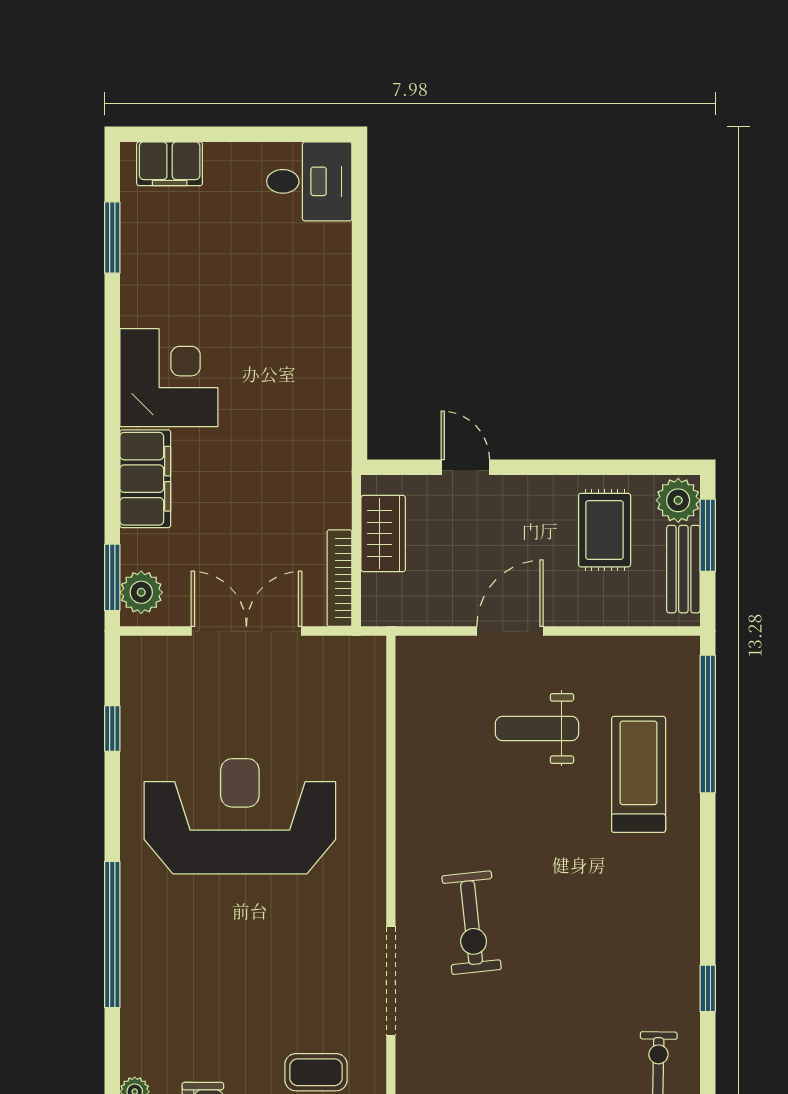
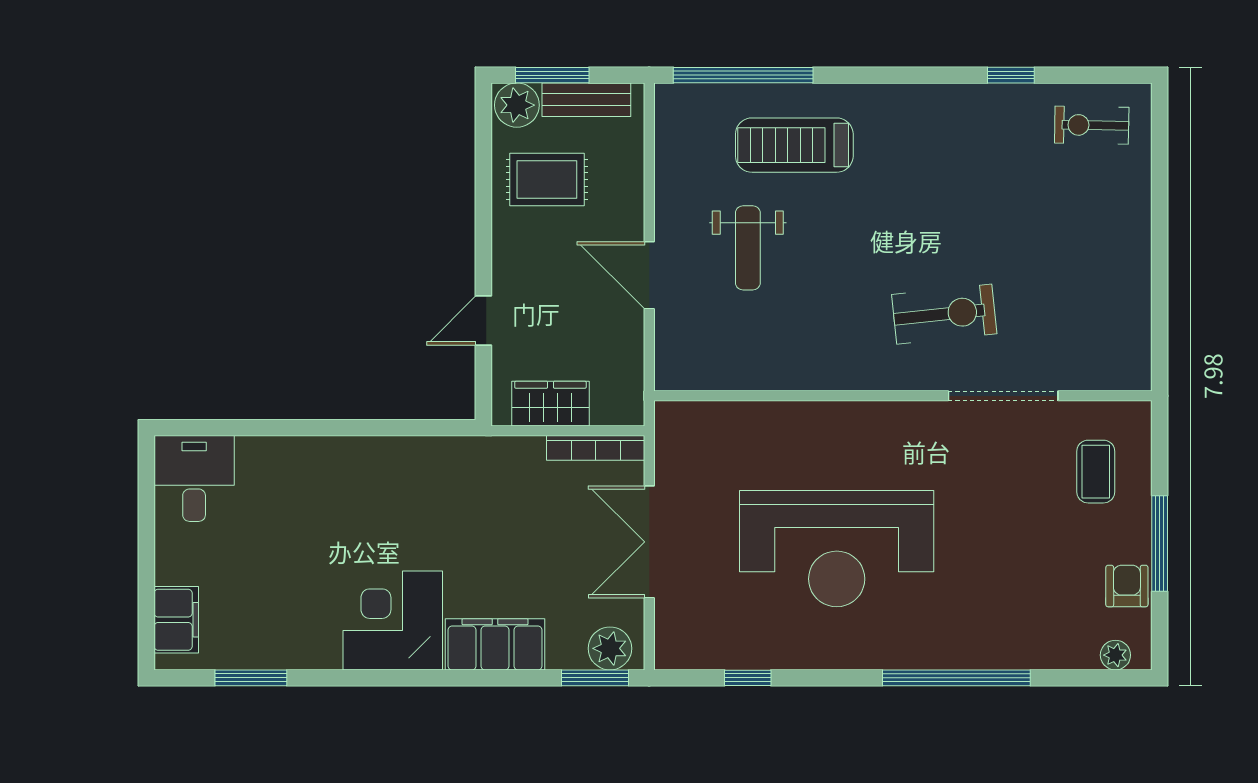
reception desk: (240, 816) -> (837, 549), turned -90

